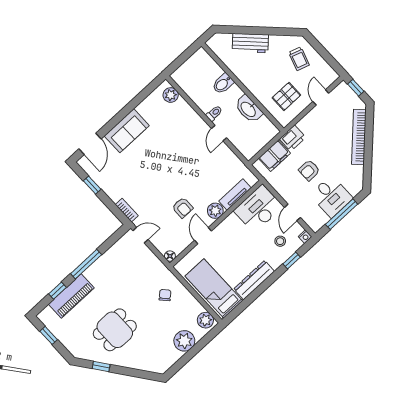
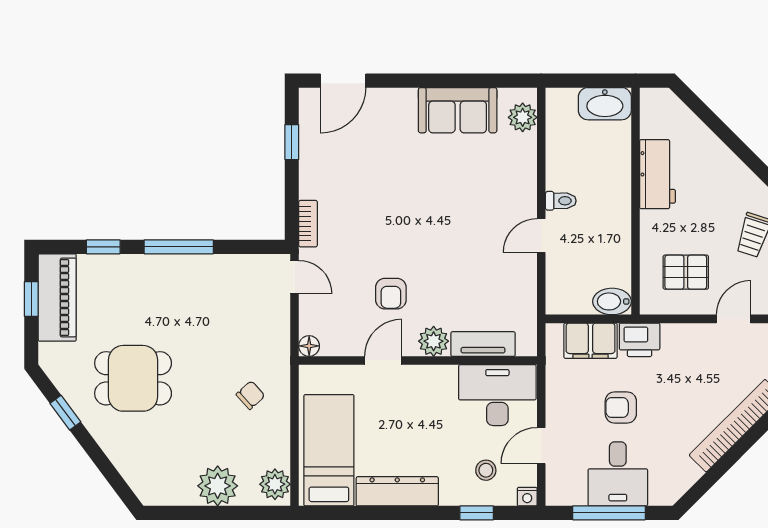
workbench: (250, 43) -> (657, 174), moved, turned -135
bidet: (223, 84) -> (612, 301), moved
washbasin: (249, 109) -> (605, 104), moved, turned -90
sofa: (127, 131) -> (458, 110), moved
piano: (71, 296) -> (57, 297), moved, turned -90

